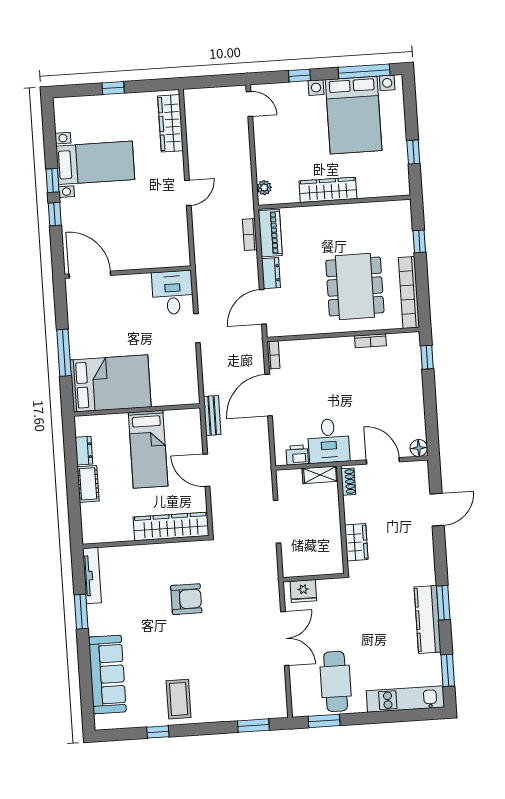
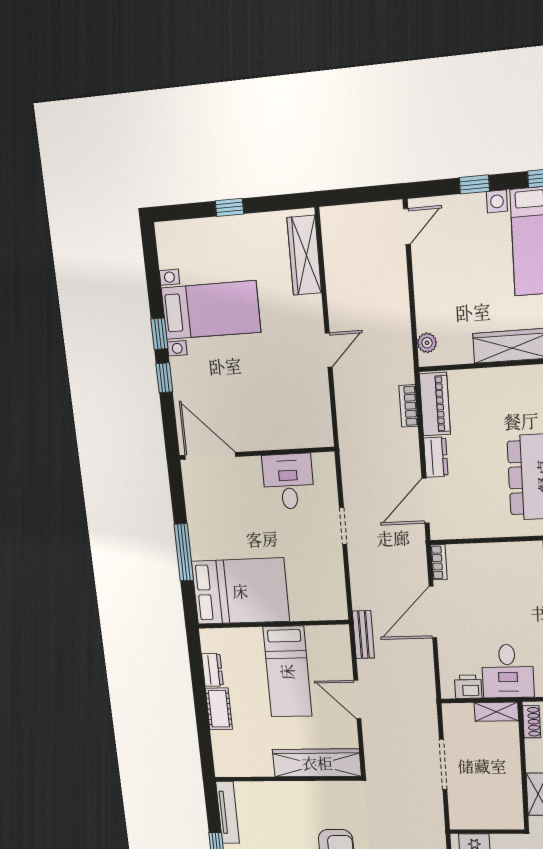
door: (249, 104) -> (407, 226), hinge flipped
desk: (173, 293) -> (288, 481), moved

